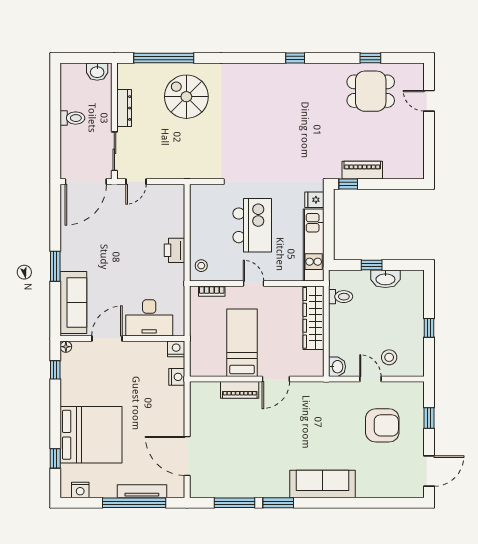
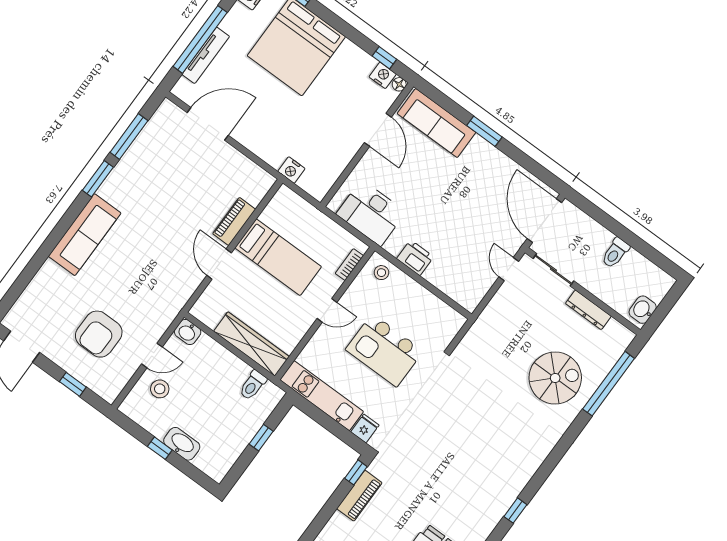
washbasin: (385, 279) -> (182, 444), moved, turned 90
desk: (149, 318) -> (371, 213), moved, turned -90
nightstand: (176, 349) -> (383, 75), moved, turned -90

